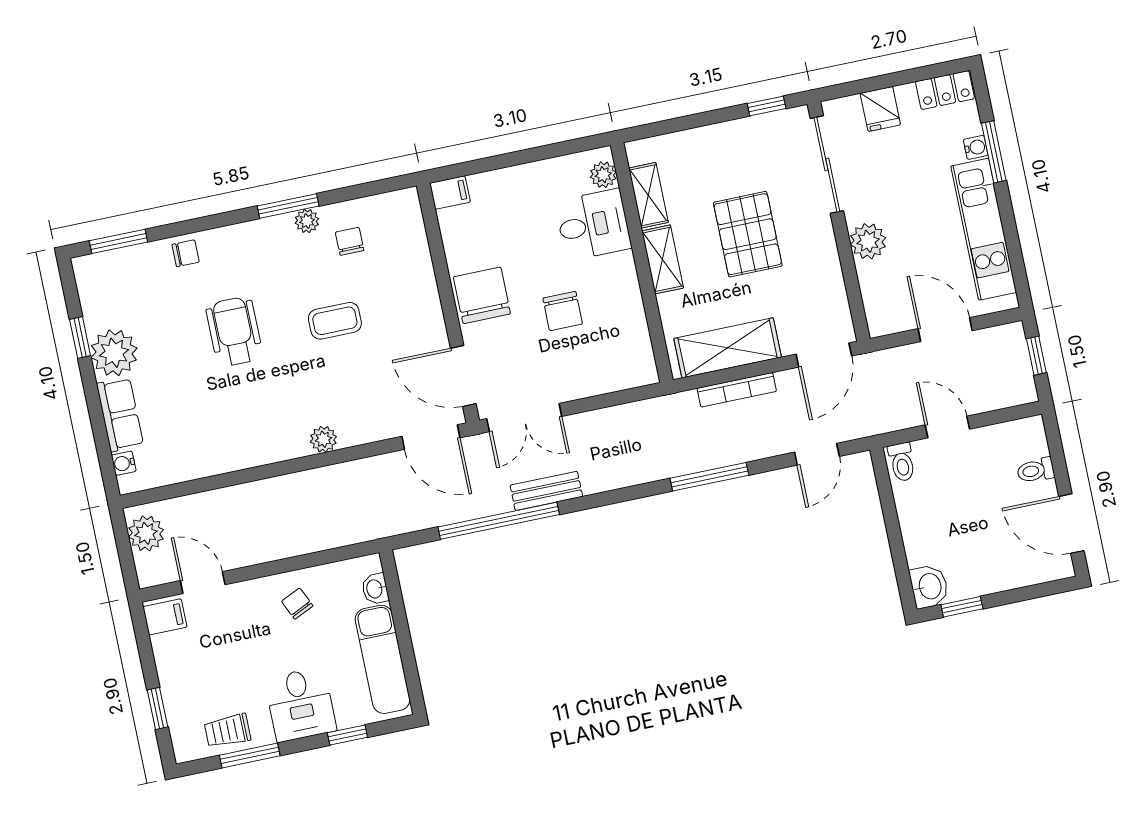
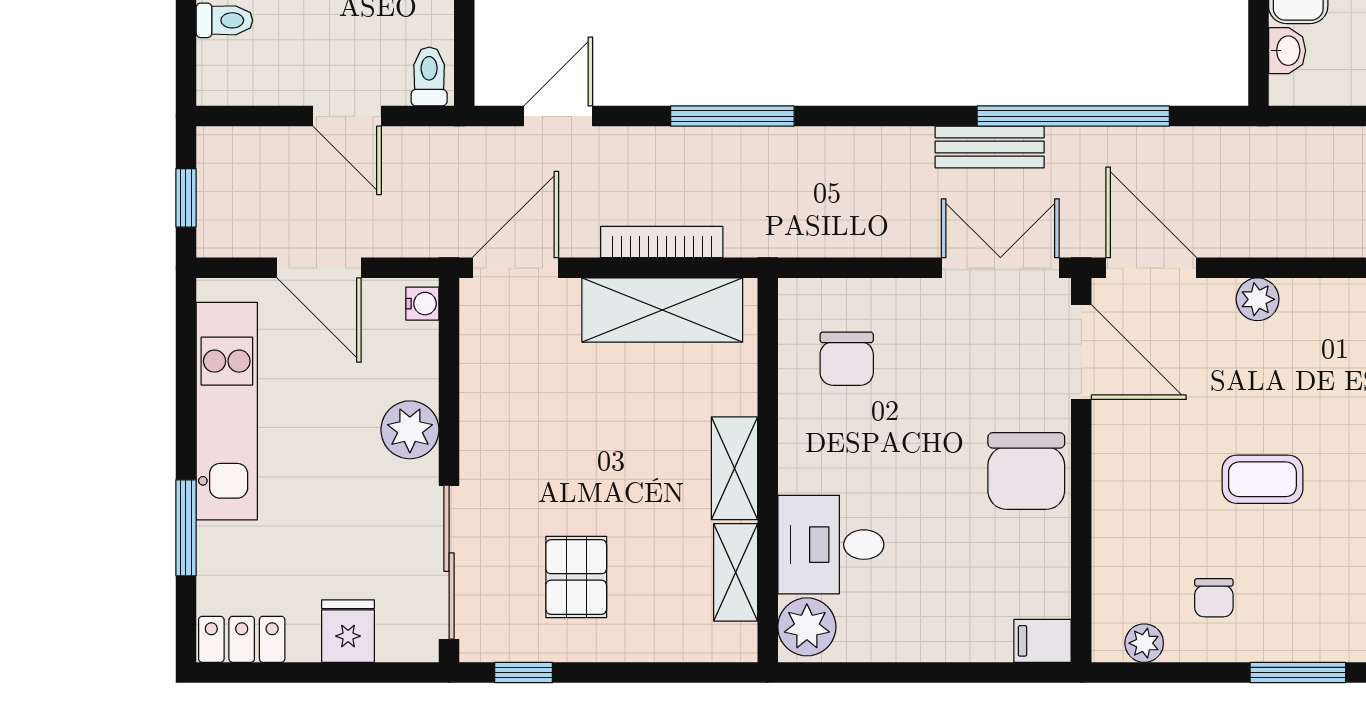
water cooler: (976, 147) -> (422, 304), moved, turned 180
plant: (603, 175) -> (807, 627), width x1.38, depth x1.38
plant: (307, 221) -> (1144, 643), moved
pallet: (748, 234) -> (576, 577), moved, width x0.67, depth x0.71
chair: (563, 311) -> (847, 359), moved, turned 180
plant: (323, 439) -> (1258, 299), moved

